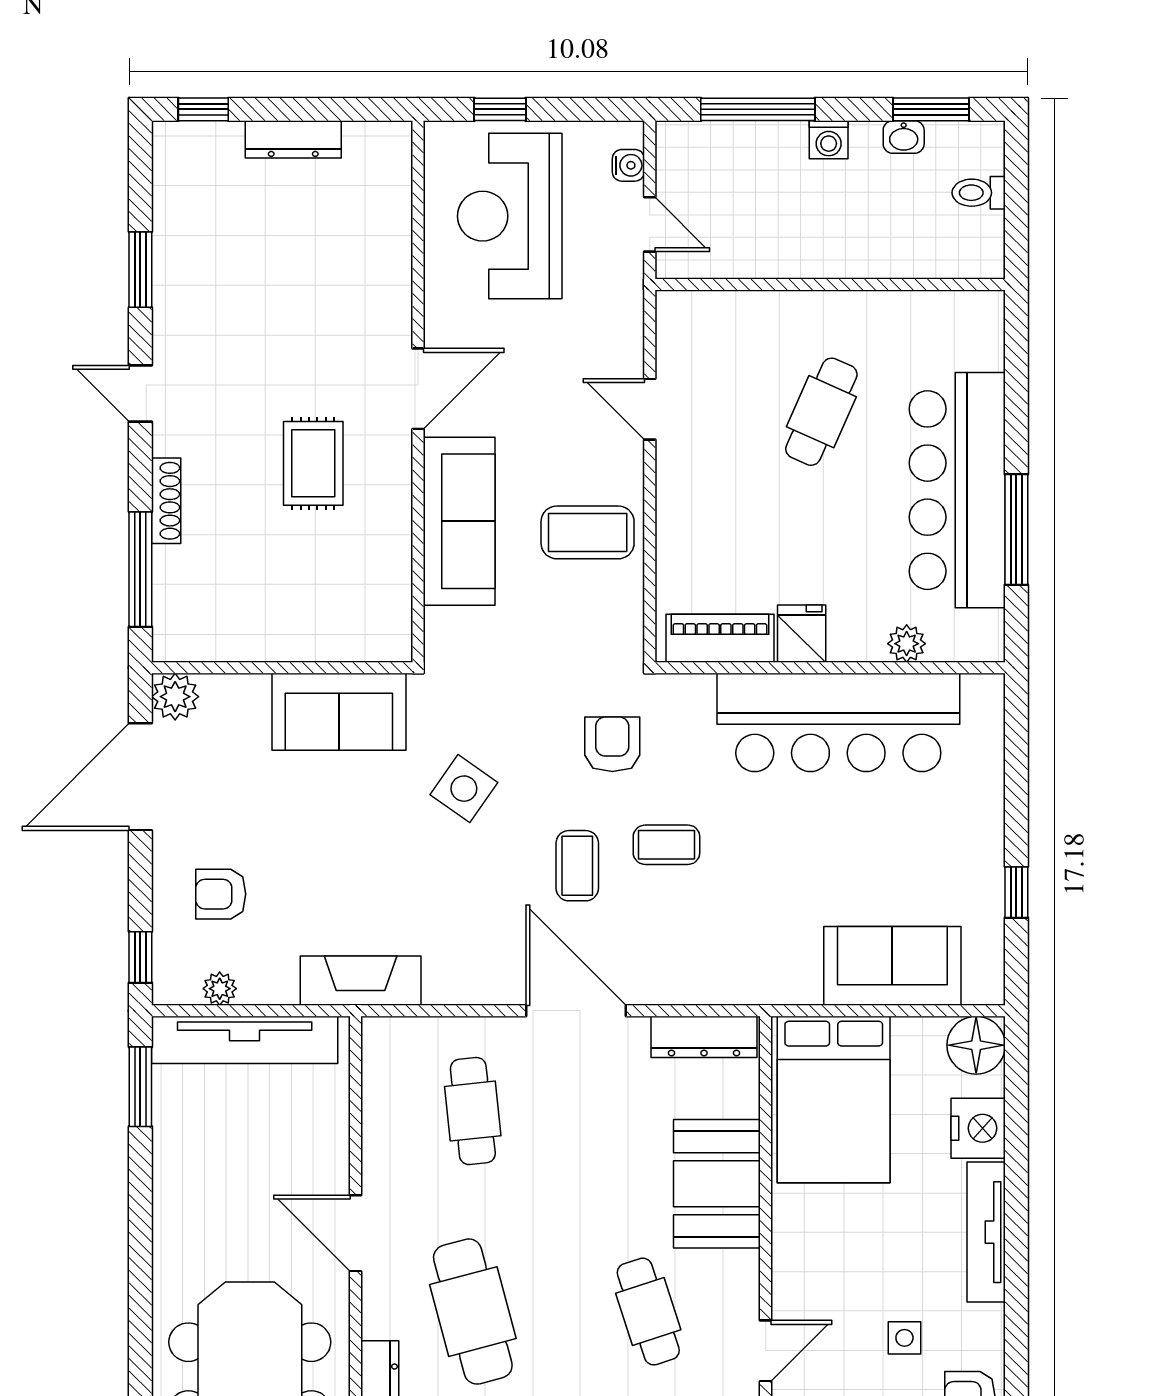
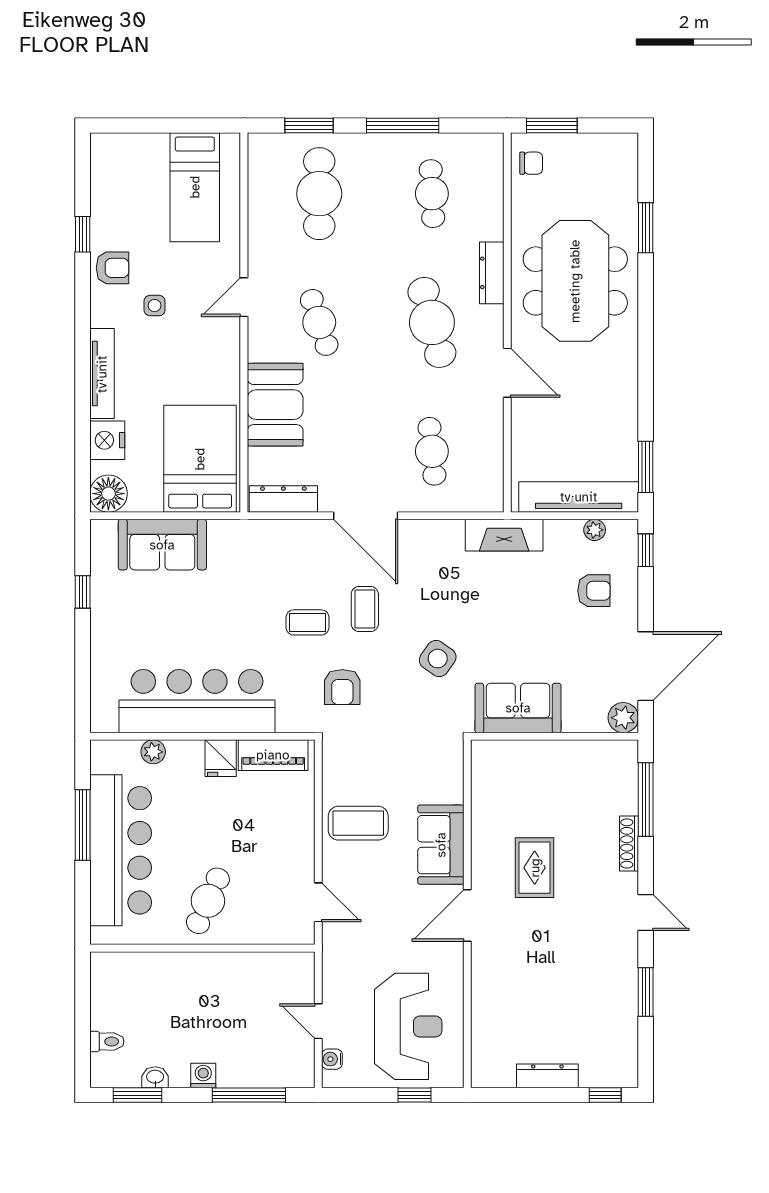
wall: (830, 284) -> (202, 948), moved
sofa: (459, 521) -> (441, 845), width x0.73

